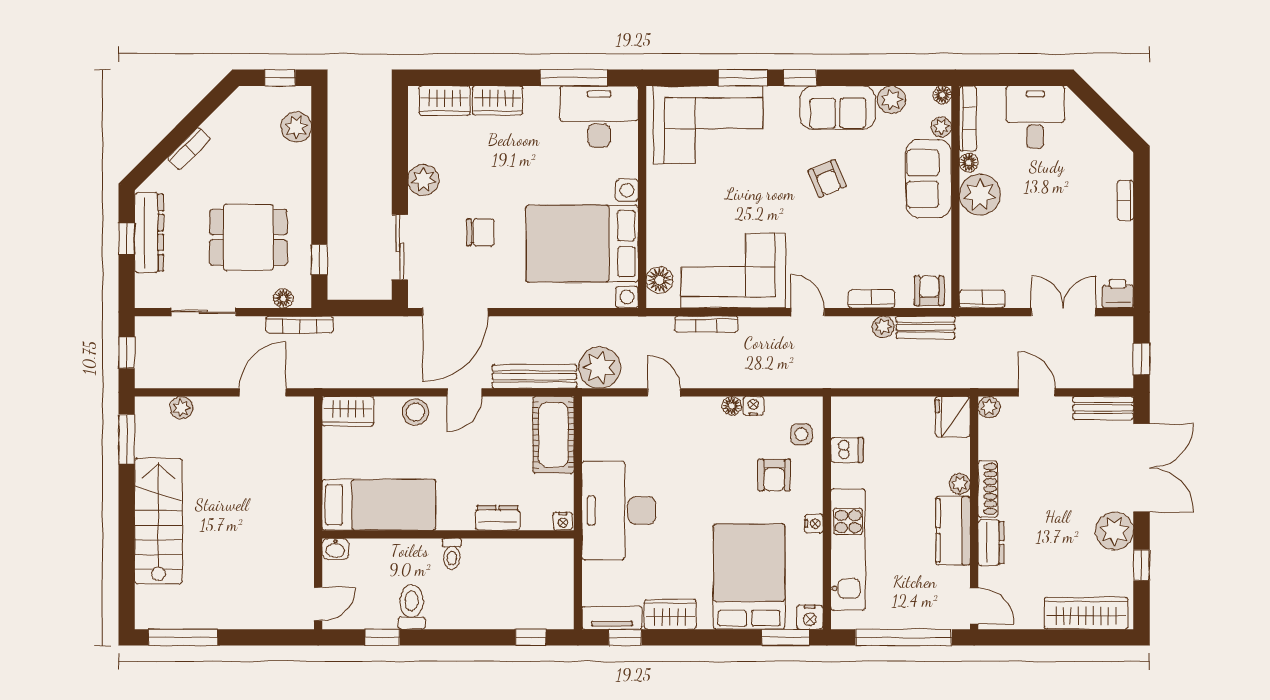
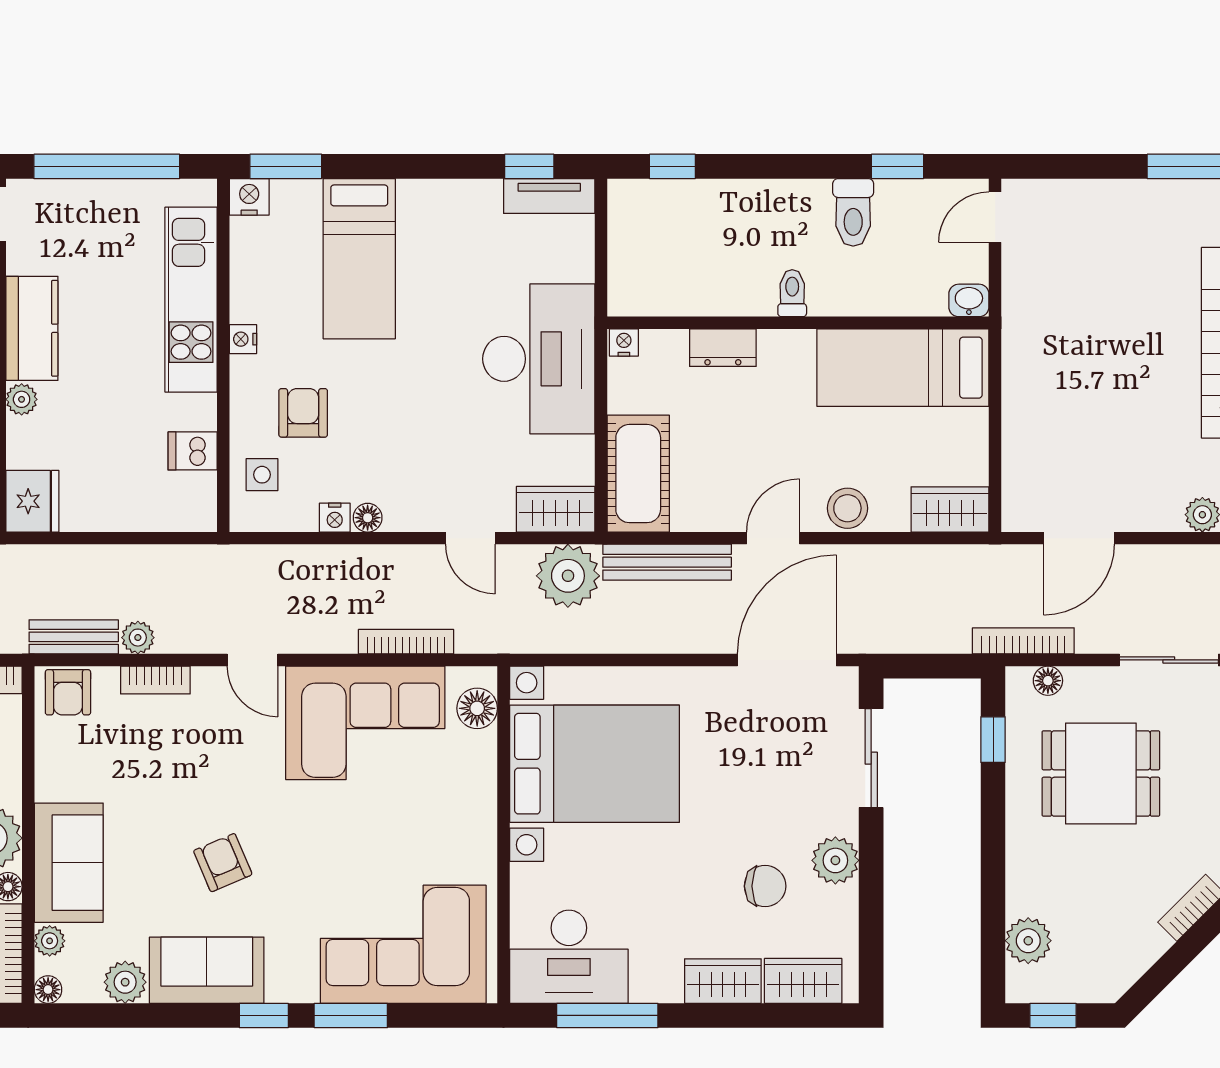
chair: (480, 232) -> (765, 886), moved, turned 180
bed: (749, 577) -> (359, 259), width x0.67
wardrobe: (670, 614) -> (556, 509), moved, turned 180

